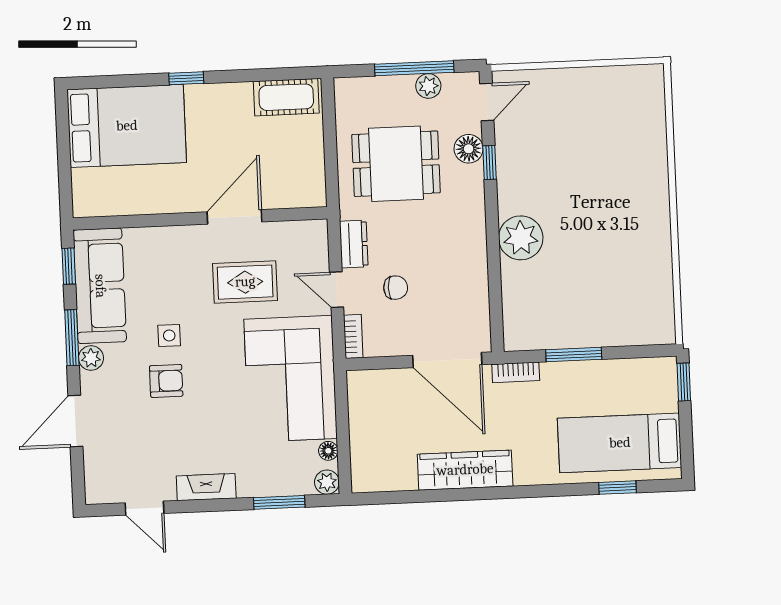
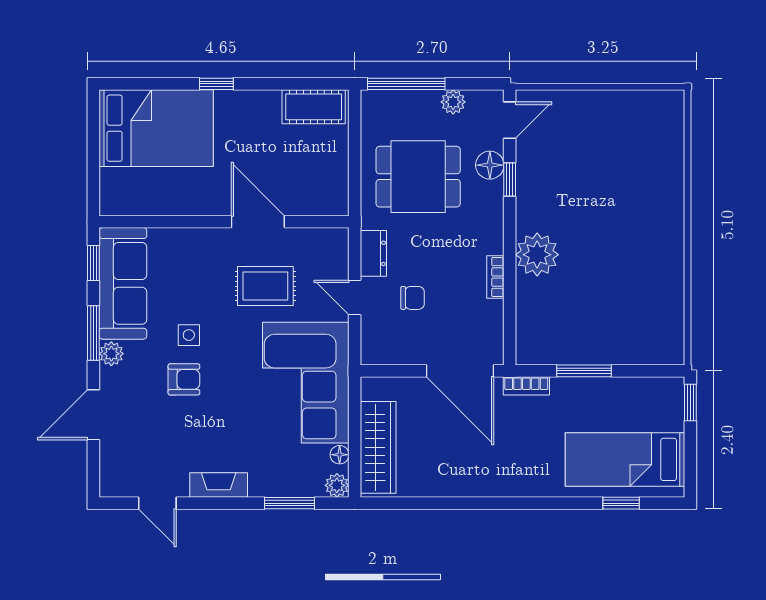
window: (414, 68) -> (406, 84), moved
door: (235, 217) -> (258, 222), hinge flipped
bookcase: (353, 336) -> (495, 277), moved, turned 180
wardrobe: (465, 470) -> (378, 447), moved, turned 90

